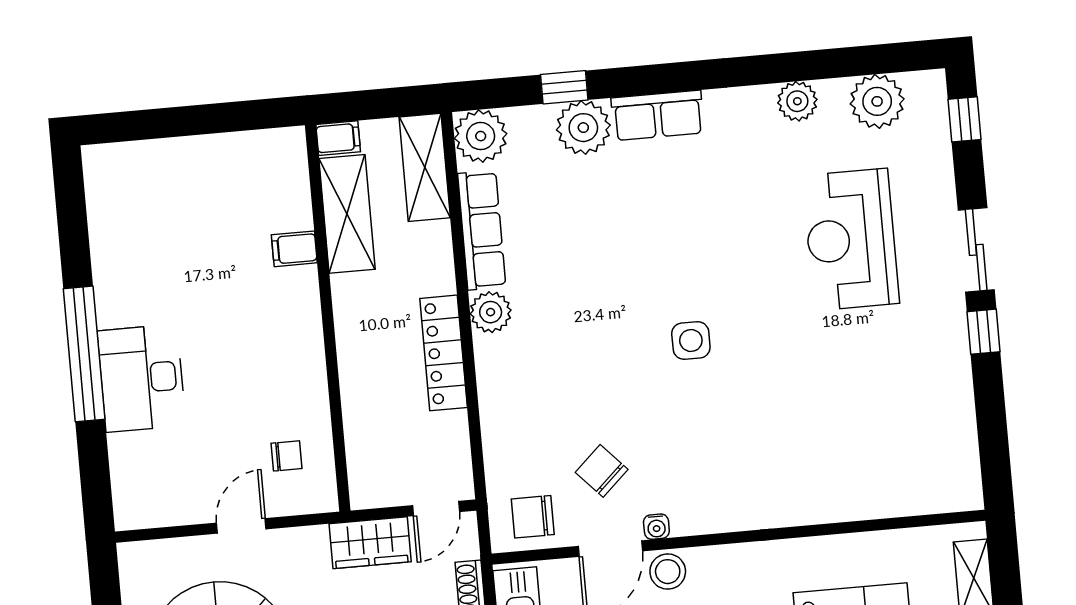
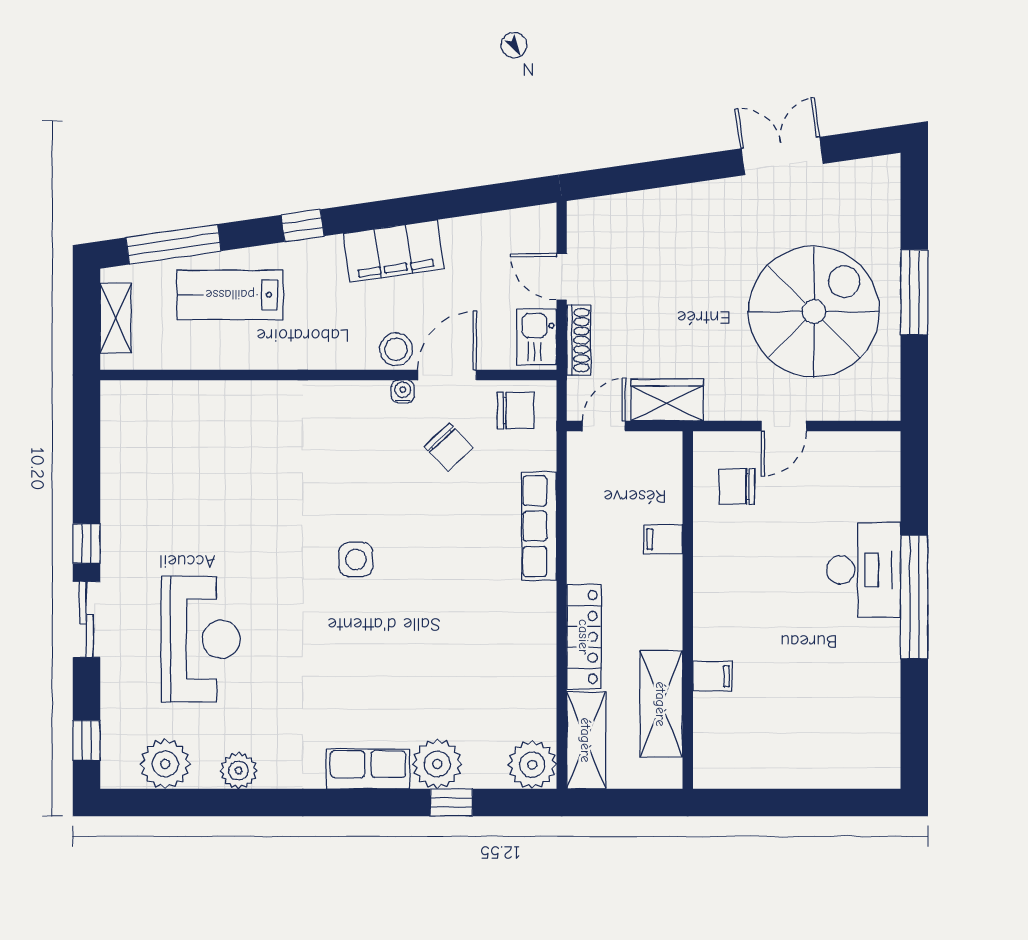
filing cabinet: (338, 138) -> (663, 539), moved
row of seats: (482, 230) -> (539, 526), moved
plant: (491, 312) -> (538, 602), removed
locker: (444, 353) -> (584, 637), moved
chair: (286, 456) -> (737, 487), width x1.37, depth x1.37

